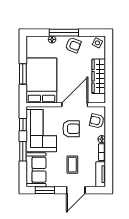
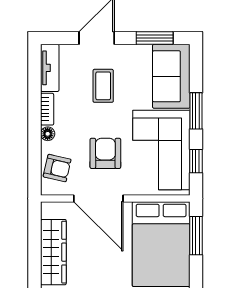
window: (23, 74) -> (196, 236), moved
door: (75, 105) -> (98, 198), hinge flipped
armchair: (71, 129) -> (105, 153), turned 90

